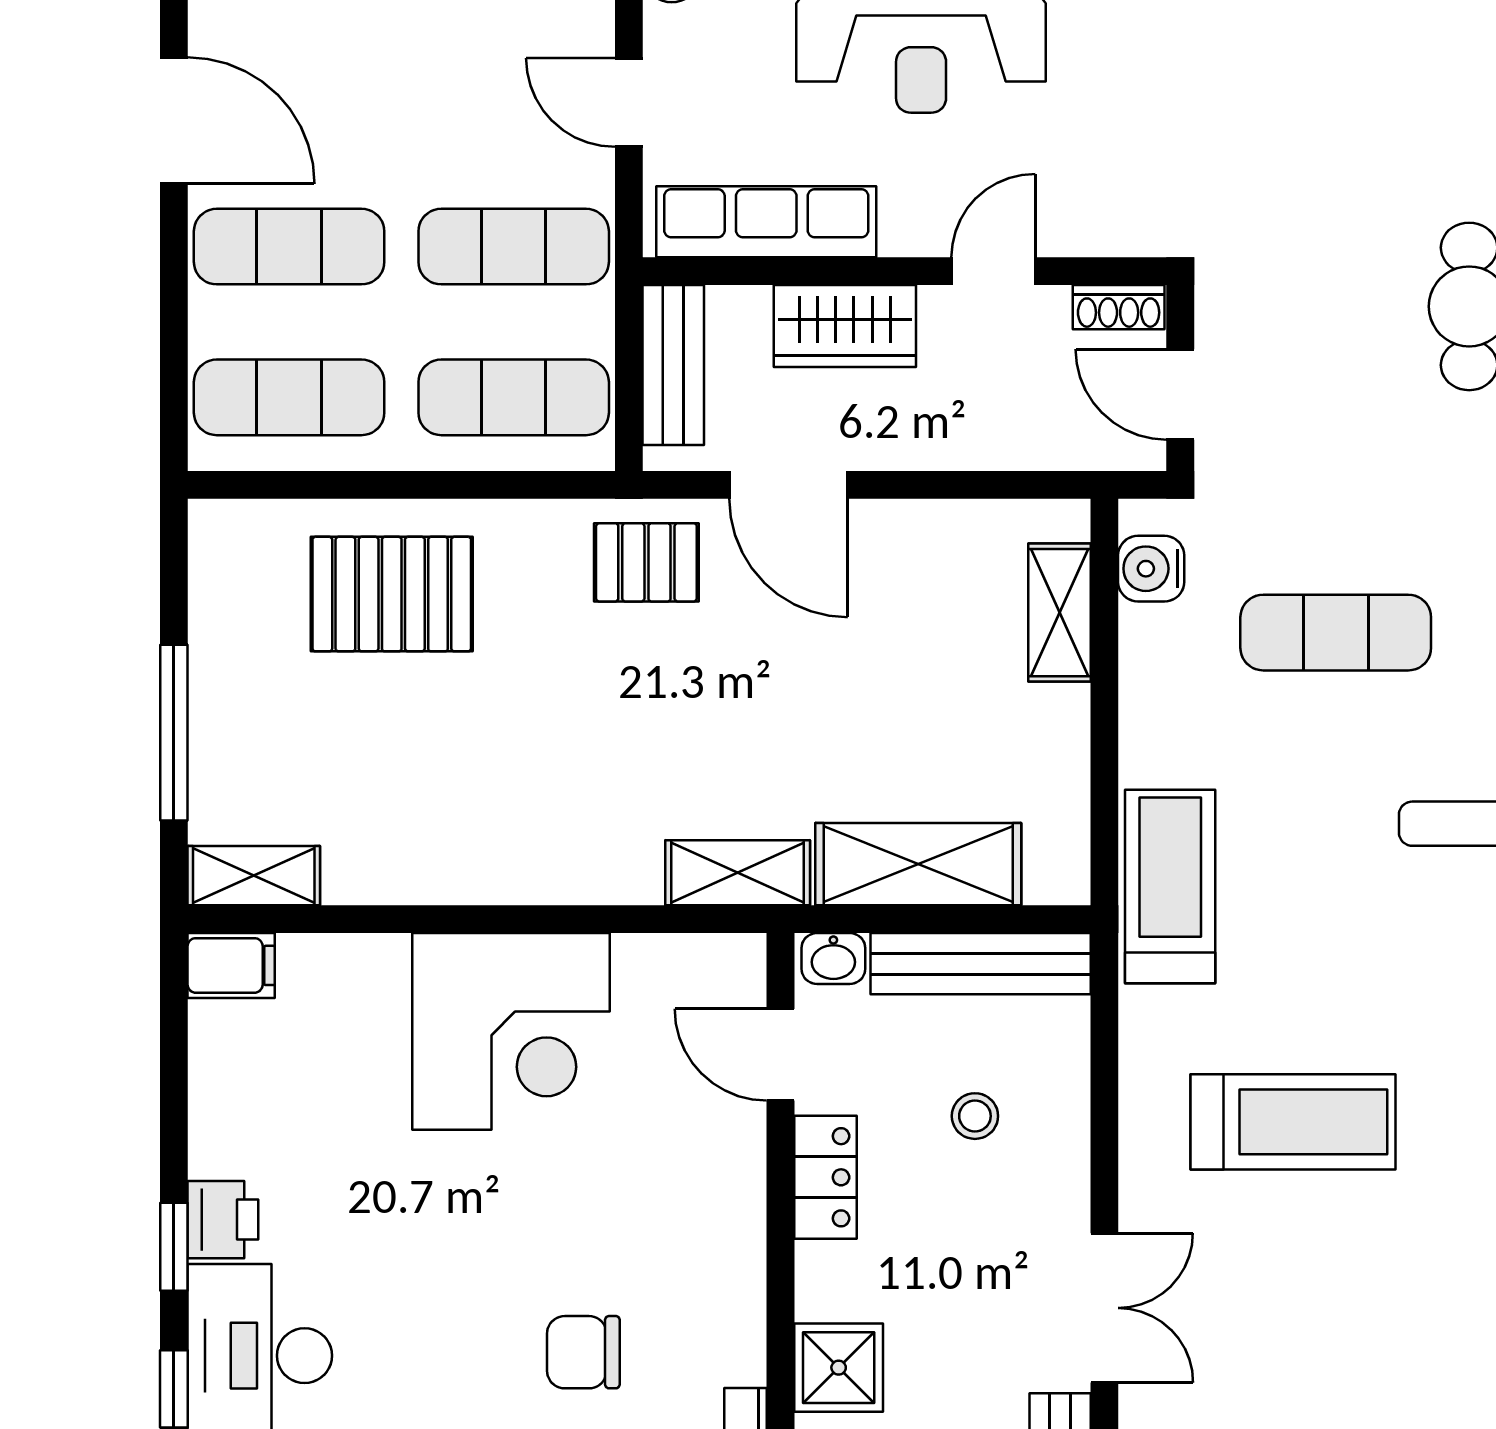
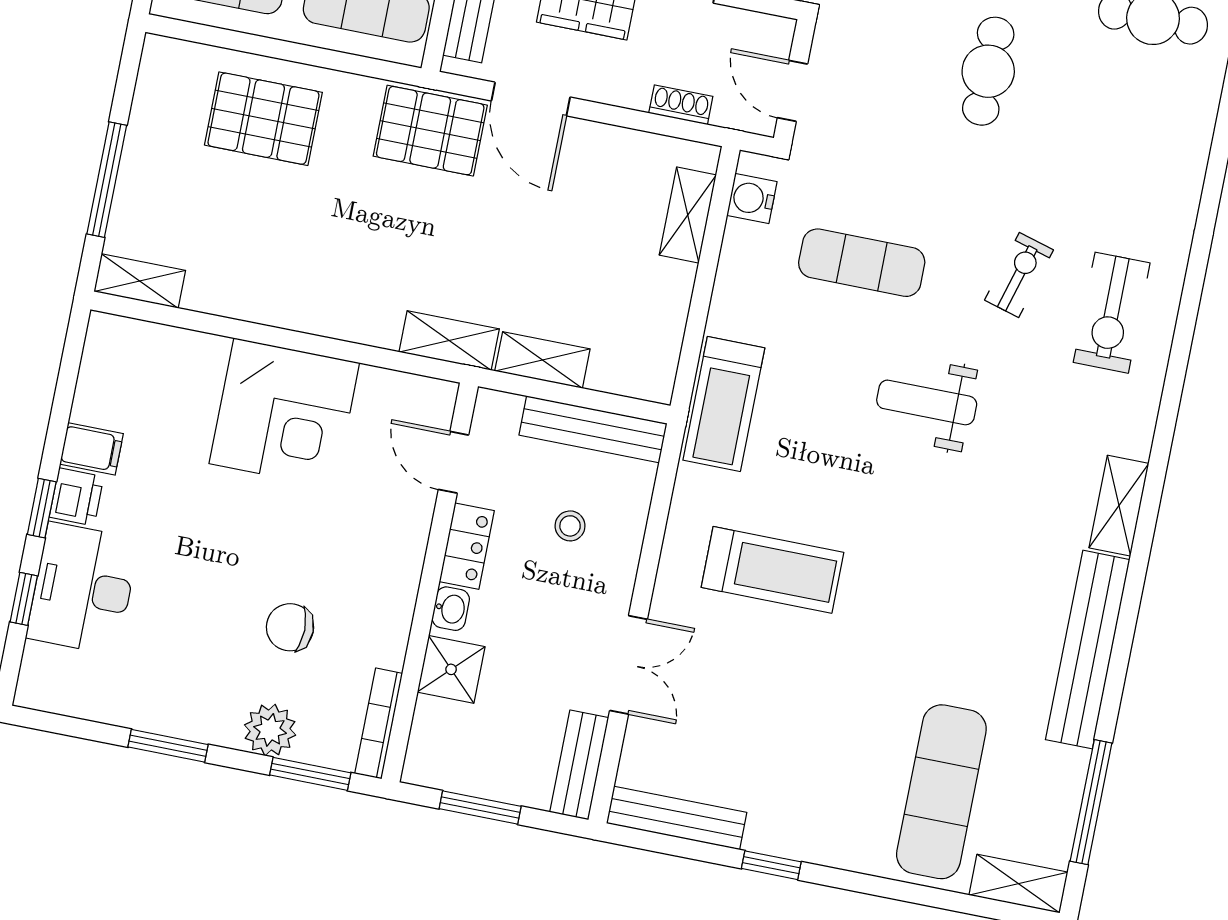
shoe rack: (1119, 307) -> (681, 105), moved, turned 180
pallet: (646, 562) -> (430, 131), width x1.50, depth x1.42
shelving: (918, 864) -> (542, 360), width x0.67, depth x0.75
treadmill: (1170, 887) -> (724, 404), turned 180
washbasin: (833, 958) -> (451, 609), moved, turned -90
filing cabinet: (231, 965) -> (91, 449), moved

